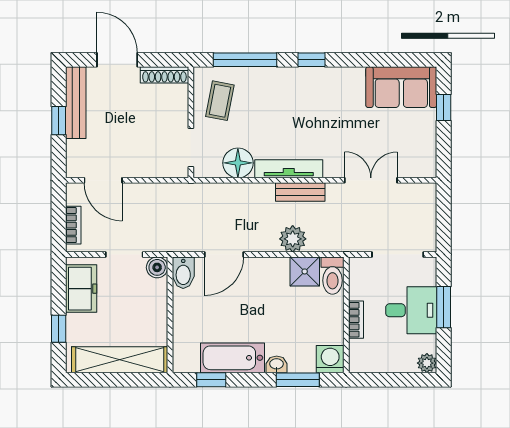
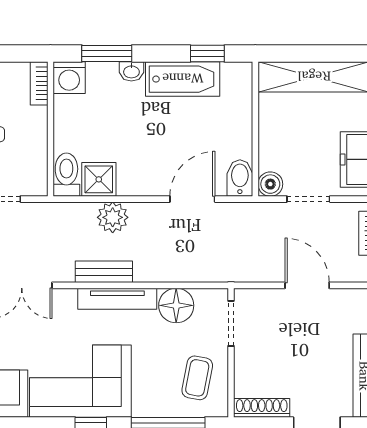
corner sofa: (320, 98) -> (80, 381), added
door: (103, 180) -> (307, 285), moved
bookcase: (356, 320) -> (39, 83), moved

